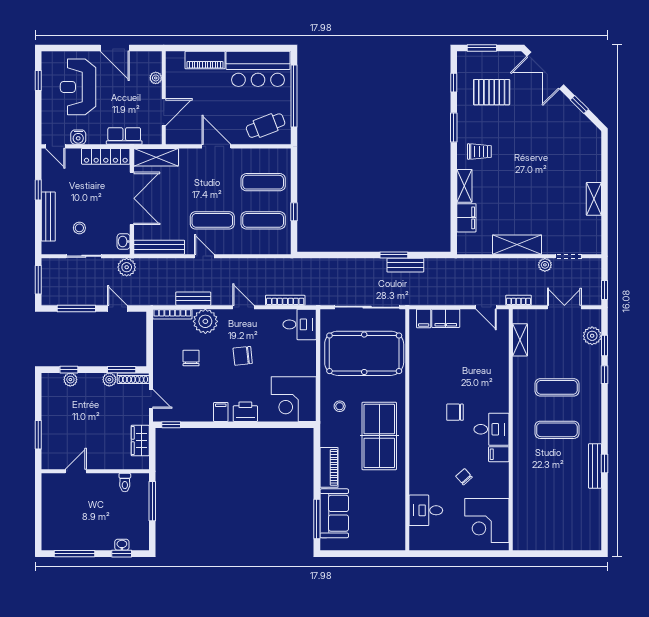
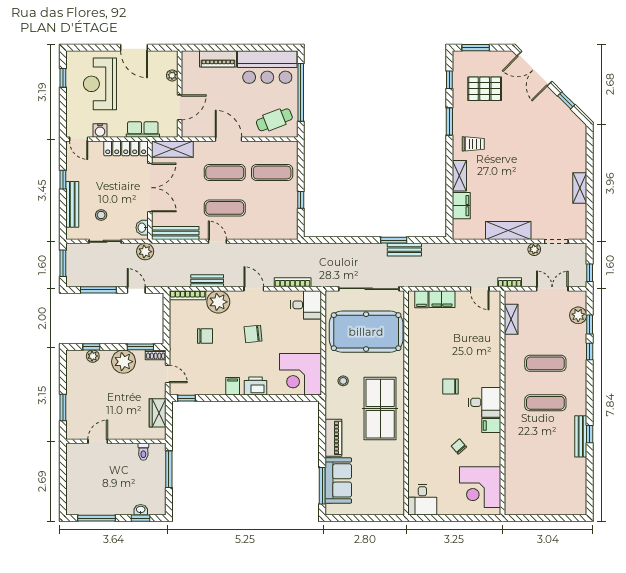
exercise mat: (263, 220) -> (225, 172), moved
chair: (191, 358) -> (205, 336), turned 90
shoe rack: (133, 378) -> (156, 355), width x0.70
plant: (109, 380) -> (124, 362), width x1.88, depth x1.88
desk: (426, 510) -> (422, 500), moved, turned -90

